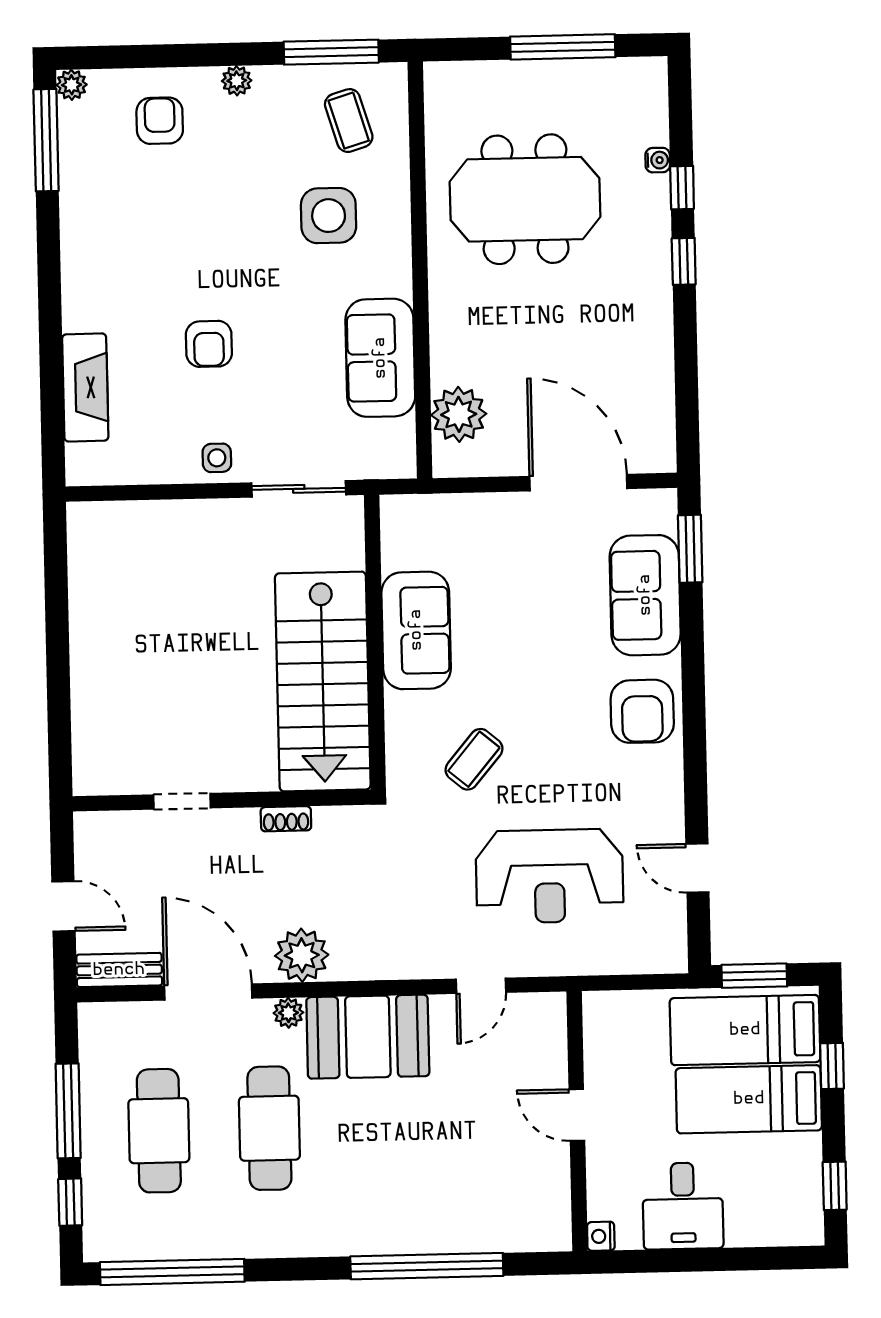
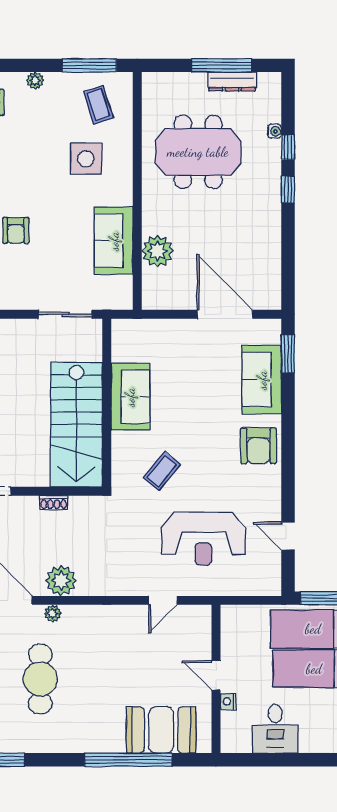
dresser: (581, 75) -> (232, 82), added
plant: (459, 414) -> (158, 251), moved
side table: (217, 458) -> (19, 296), removed
booth: (368, 1037) -> (161, 730), moved
nightstand: (601, 1236) -> (228, 701), moved

